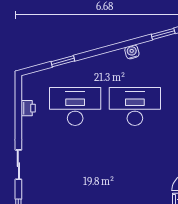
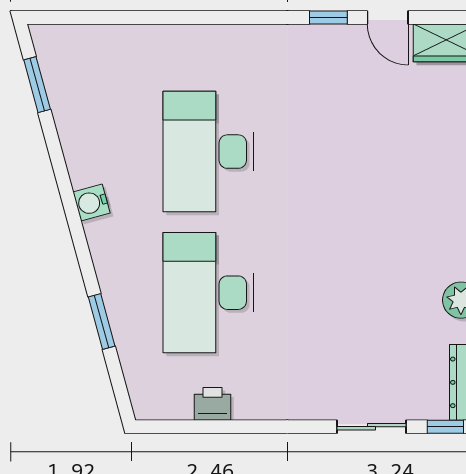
water cooler: (132, 52) -> (92, 203), moved
sliding door: (18, 165) -> (371, 427), moved

